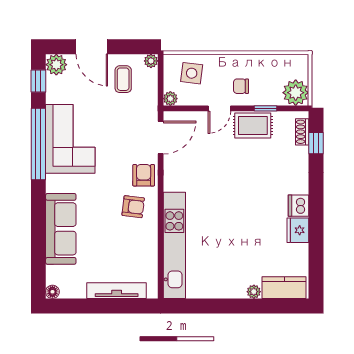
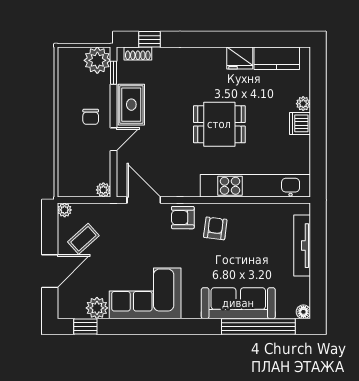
plant: (56, 65) -> (97, 308), moved
side table: (192, 73) -> (77, 168), removed
coffee table: (123, 79) -> (83, 239), turned -42
door: (219, 108) -> (114, 139), hinge flipped
window: (265, 108) -> (114, 73), moved
window: (38, 144) -> (258, 326), moved
dishwasher: (298, 206) -> (300, 123), moved, turned 90
dining table: (234, 211) -> (219, 124), added
kitchen counter: (284, 288) -> (277, 58), moved, turned -90

